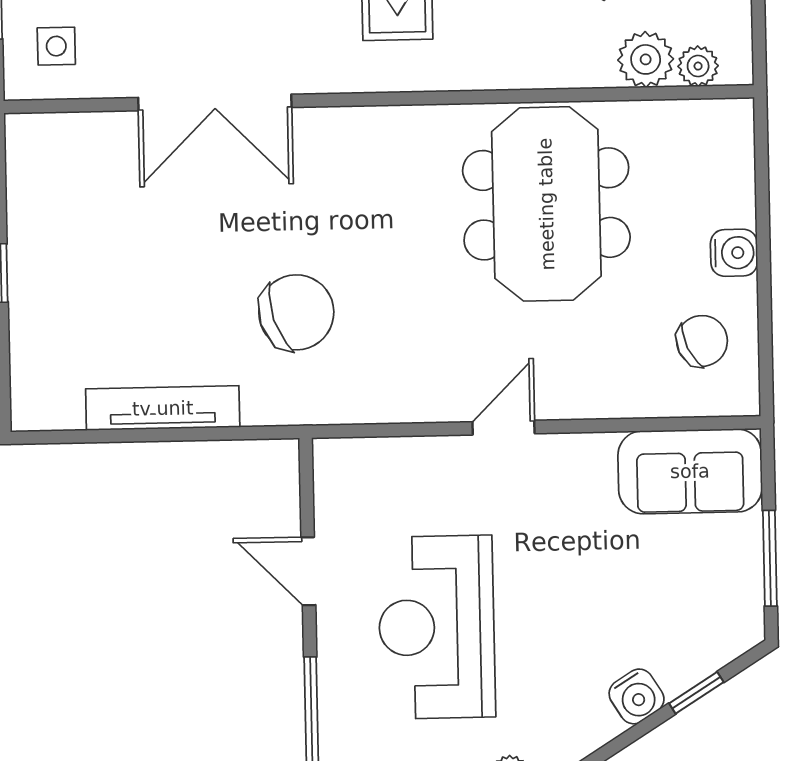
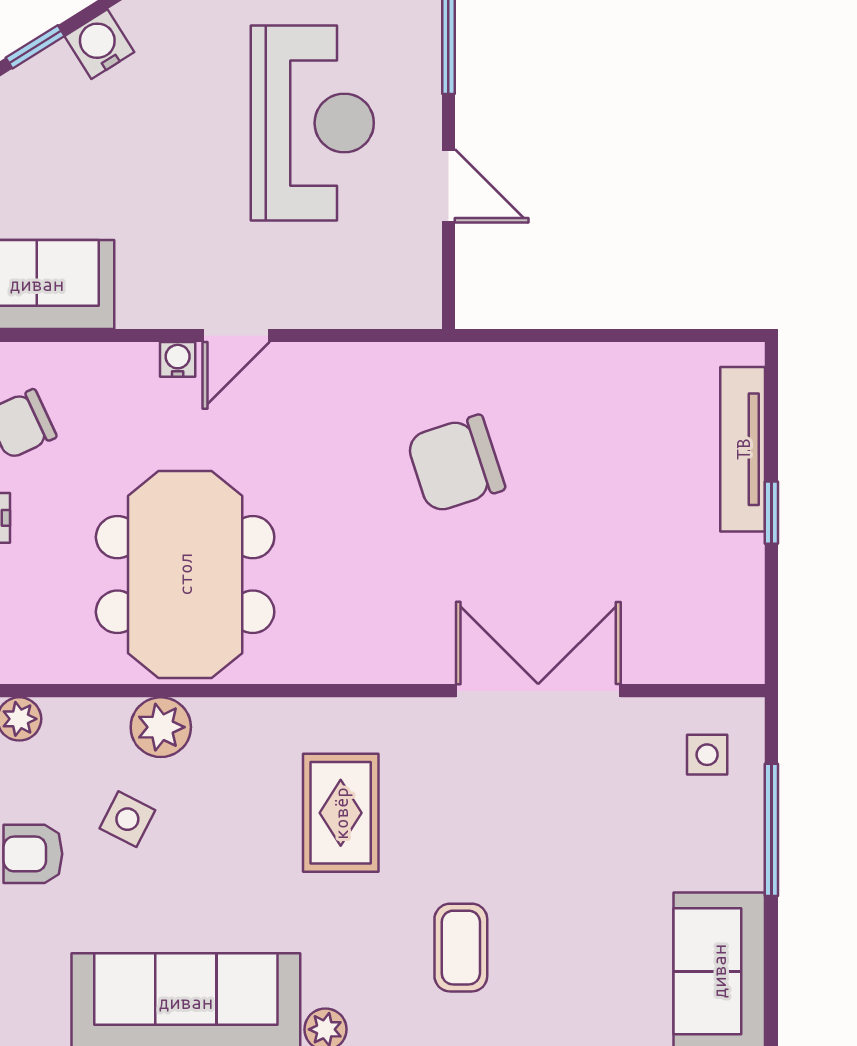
plant: (646, 59) -> (161, 727), moved
water cooler: (557, 404) -> (178, 359), added
tv unit: (163, 408) -> (743, 449), moved, turned 90

